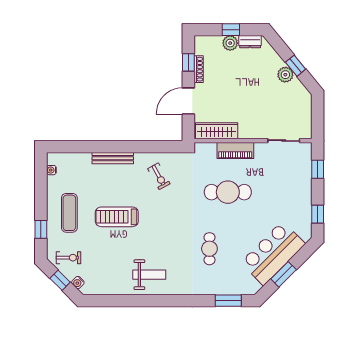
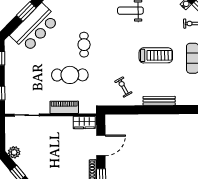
plant: (285, 75) -> (14, 152), moved
wardrobe: (217, 131) -> (84, 122), width x0.67
cafe table: (209, 249) -> (84, 45), moved

